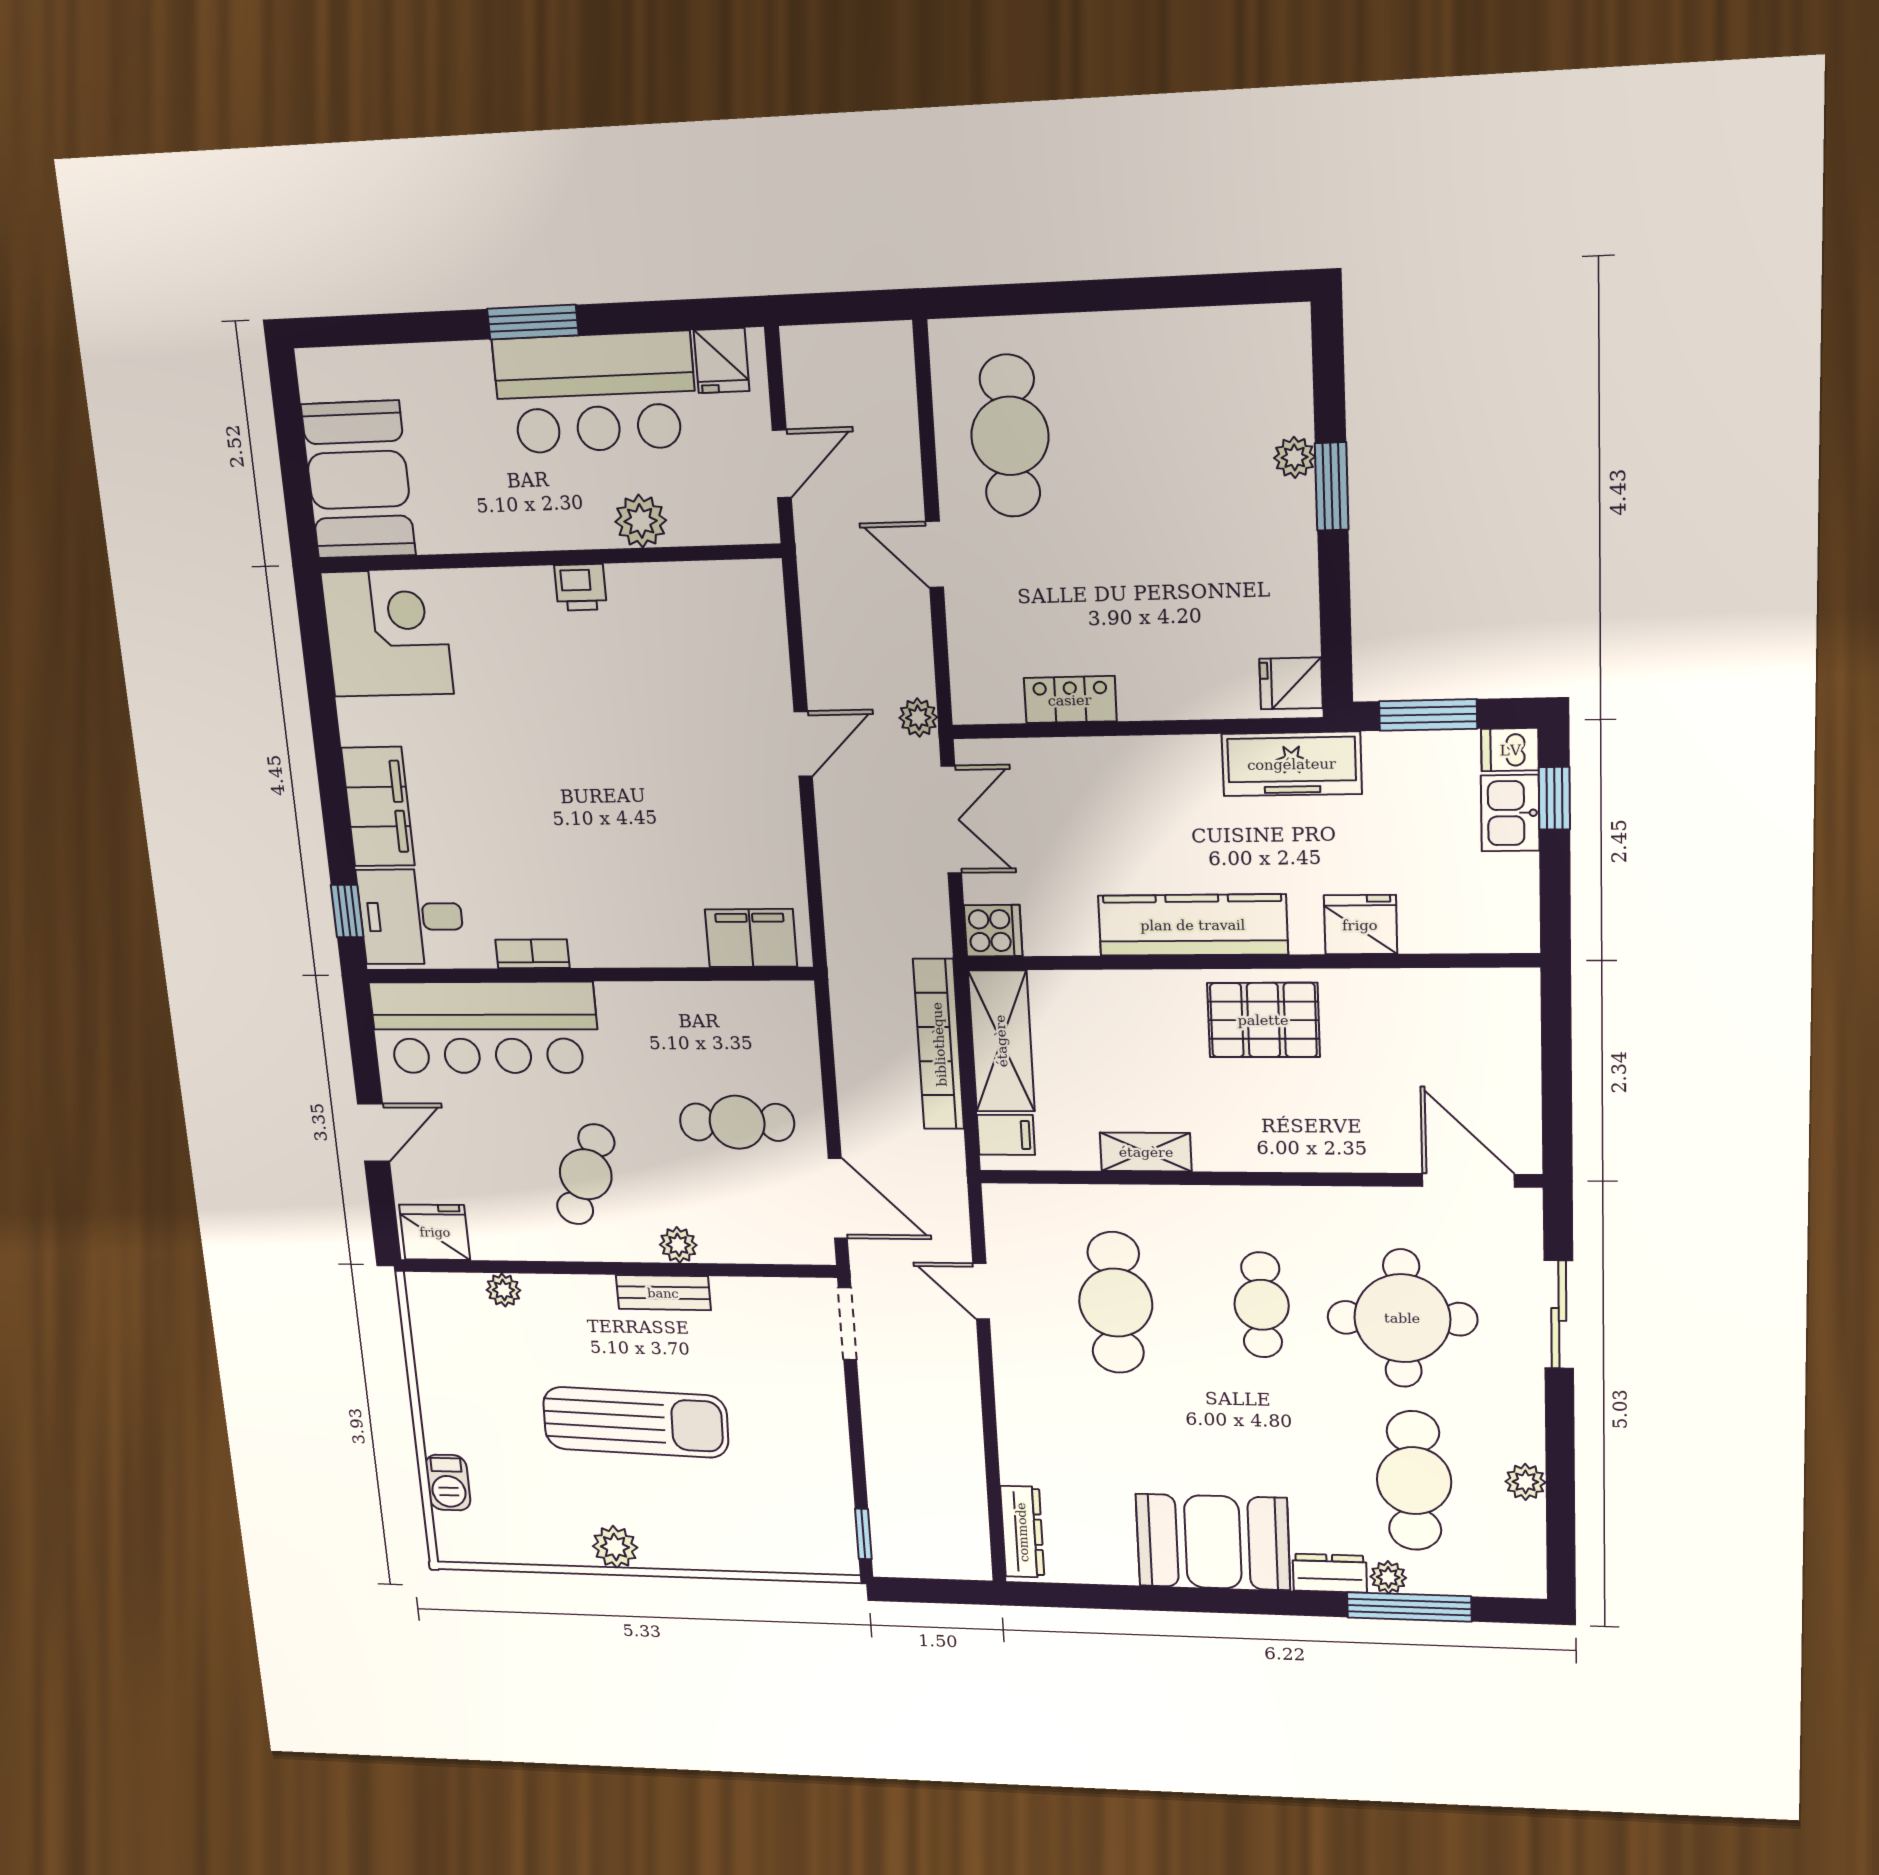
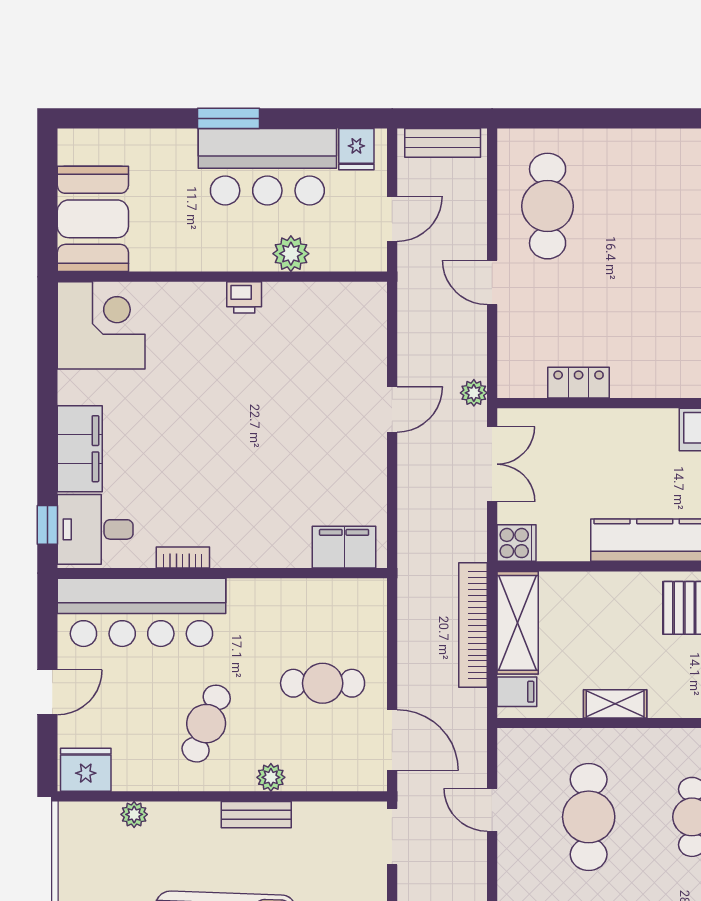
bench: (847, 345) -> (443, 143), added

